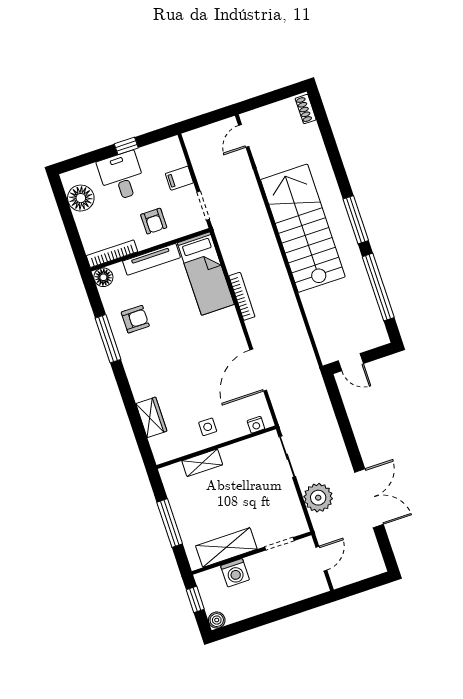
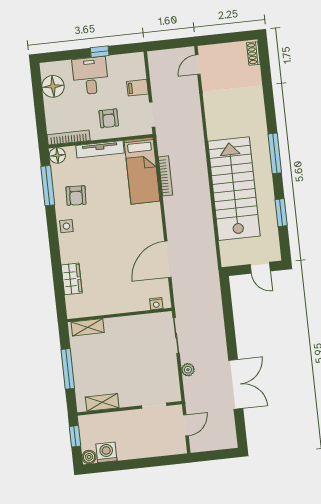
stairs: (303, 228) -> (234, 189), moved
window: (378, 287) -> (281, 213), width x0.47
bookcase: (242, 296) -> (165, 176), moved
armchair: (135, 319) -> (76, 196), turned 93
window: (108, 339) -> (48, 186), moved
door: (351, 362) -> (260, 268), moved
side table: (208, 427) -> (66, 226), moved
shelving: (202, 463) -> (88, 327), moved
plant: (318, 498) -> (188, 370), width x0.53, depth x0.53
shelving: (226, 547) -> (102, 402), width x0.67, depth x0.75
washing machine: (235, 573) -> (106, 452), moved, turned 180

